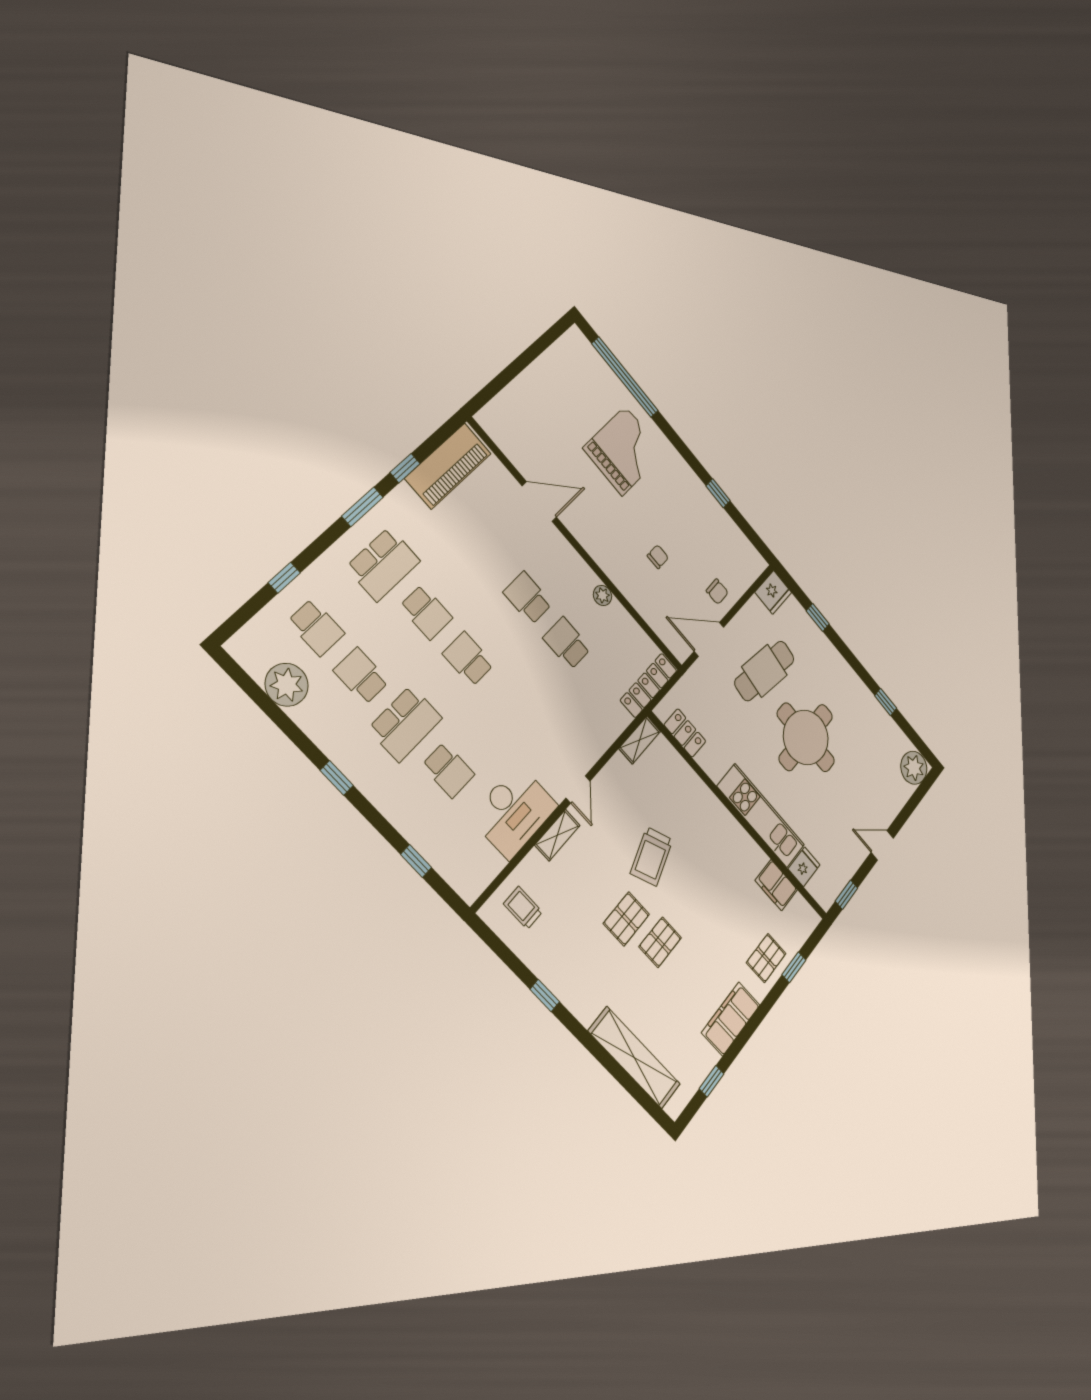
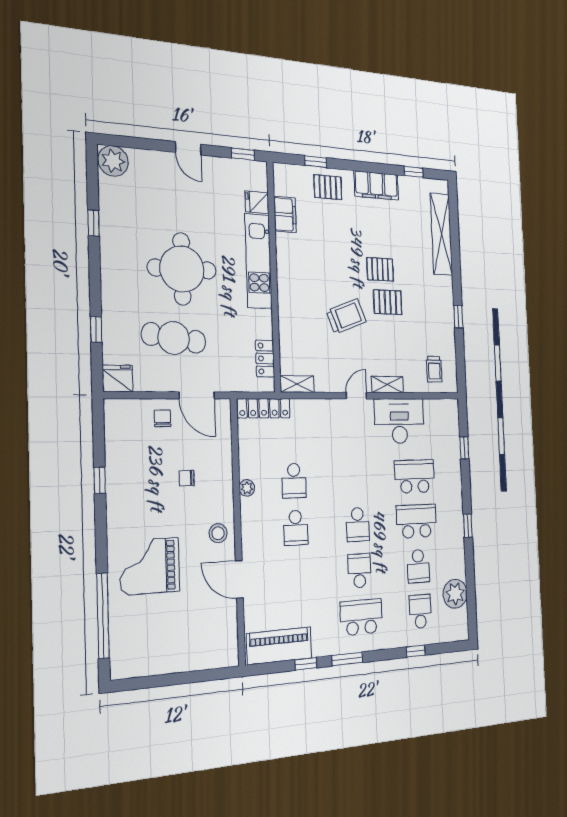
stool: (593, 530) -> (218, 533), added
school desk: (448, 770) -> (415, 476), width x1.85

